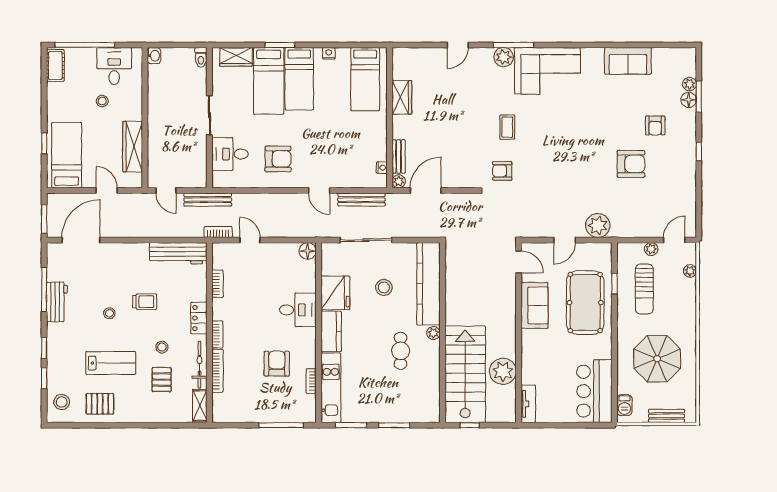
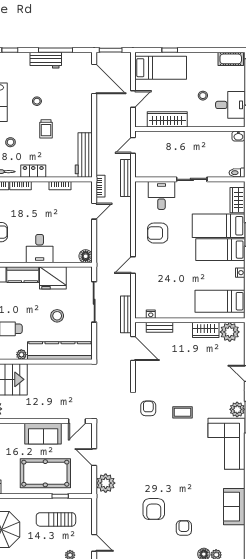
armchair: (655, 125) -> (184, 528), turned 90
armchair: (278, 159) -> (158, 233), turned 90
plant: (399, 181) -> (230, 332), moved, width x1.87, depth x1.87
bench: (361, 200) -> (126, 314), moved
plant: (651, 249) -> (87, 525), removed

